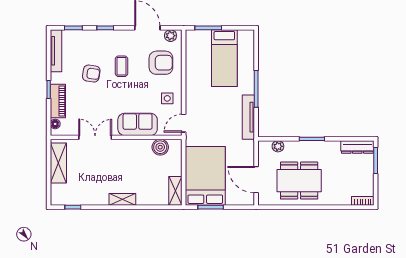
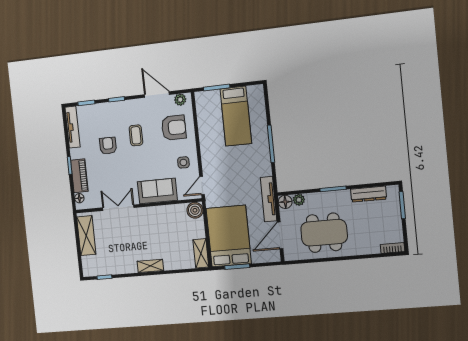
armchair: (91, 74) -> (108, 146), turned -98
tv unit: (248, 117) -> (269, 199), moved
boiler: (160, 147) -> (195, 210), moved
floor lamp: (264, 147) -> (285, 202), added
dresser: (357, 147) -> (369, 194), moved
door: (256, 180) -> (280, 235), hinge flipped

